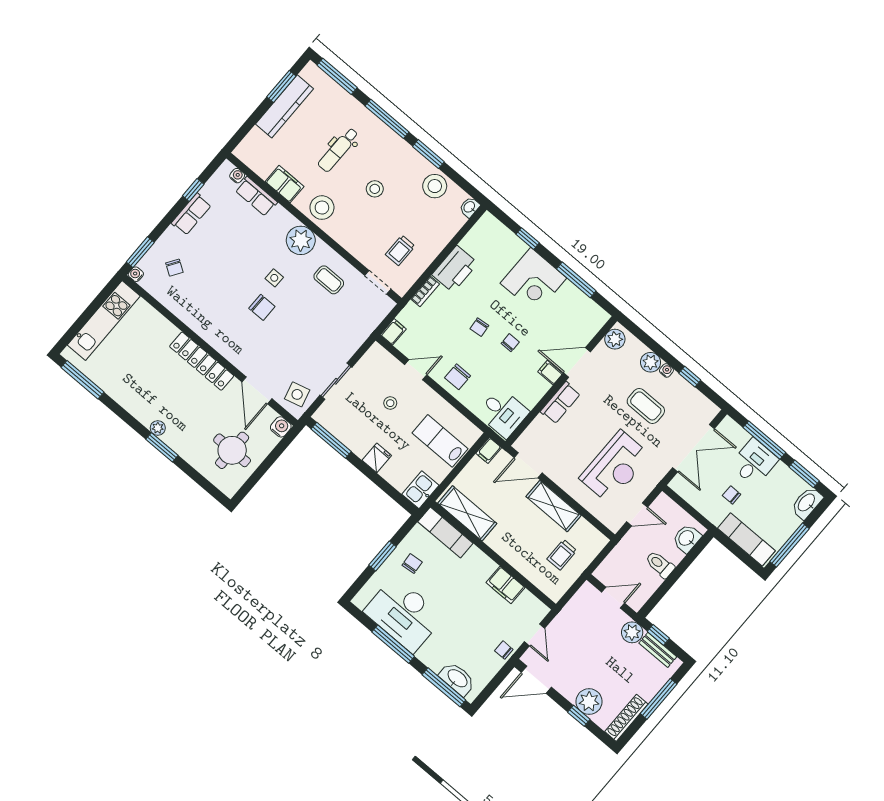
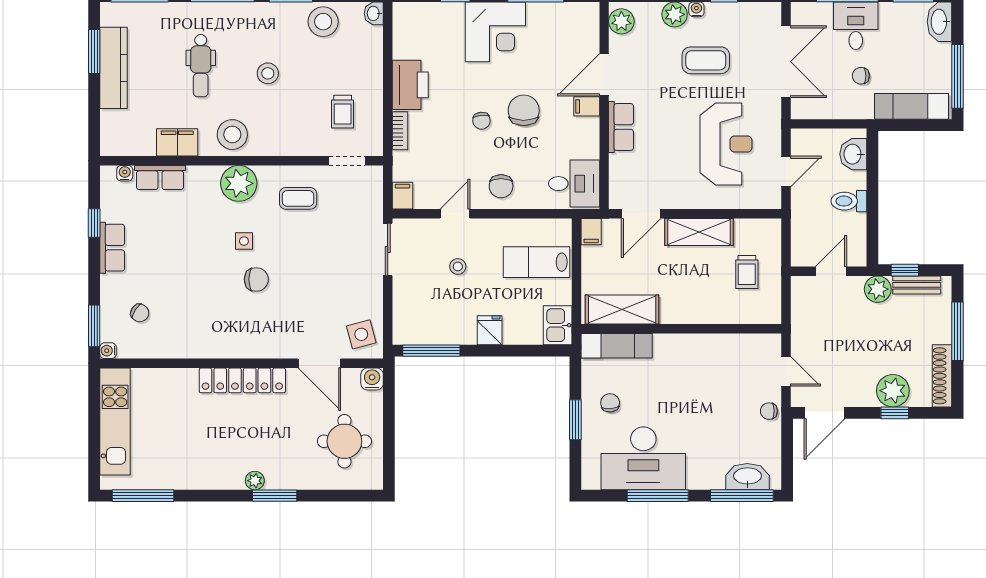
chair: (510, 343) -> (524, 110), width x1.87, depth x1.87
sliding door: (336, 381) -> (388, 249), moved
filing cabinet: (505, 585) -> (717, 347), removed

